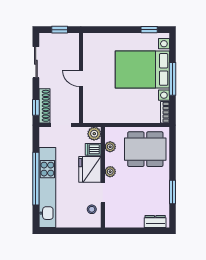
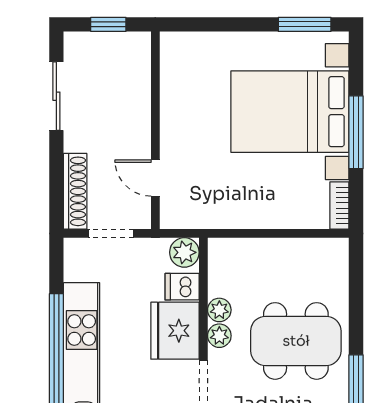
window: (149, 30) -> (305, 24), width x1.50
door: (81, 78) -> (155, 178), moved
window: (36, 107) -> (56, 195), removed
plant: (110, 147) -> (219, 310), moved
dining table: (145, 149) -> (296, 341), moved

